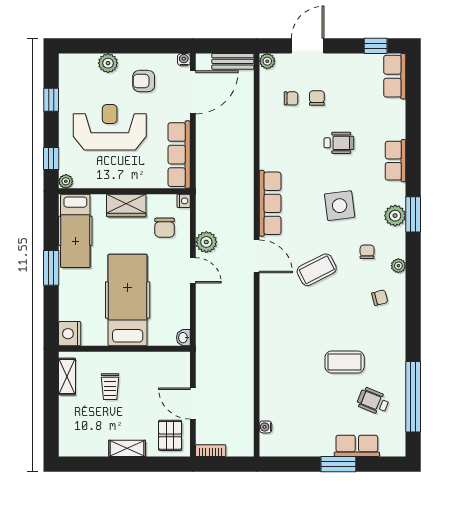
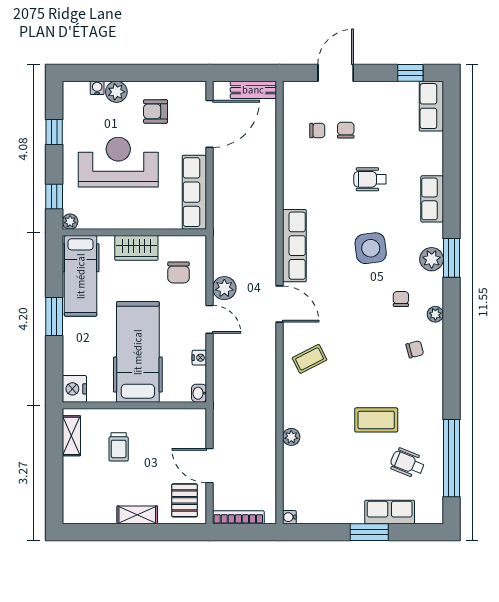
water cooler: (184, 60) -> (97, 88), moved
plant: (267, 61) -> (291, 437), moved
wheelchair: (339, 143) -> (370, 179), turned 180
nightstand: (184, 201) -> (199, 358), moved
coffee table: (317, 270) -> (310, 359), moved, width x0.73, depth x0.77
water cooler: (266, 427) -> (289, 517), moved
bookcase: (211, 451) -> (238, 517), width x1.56

